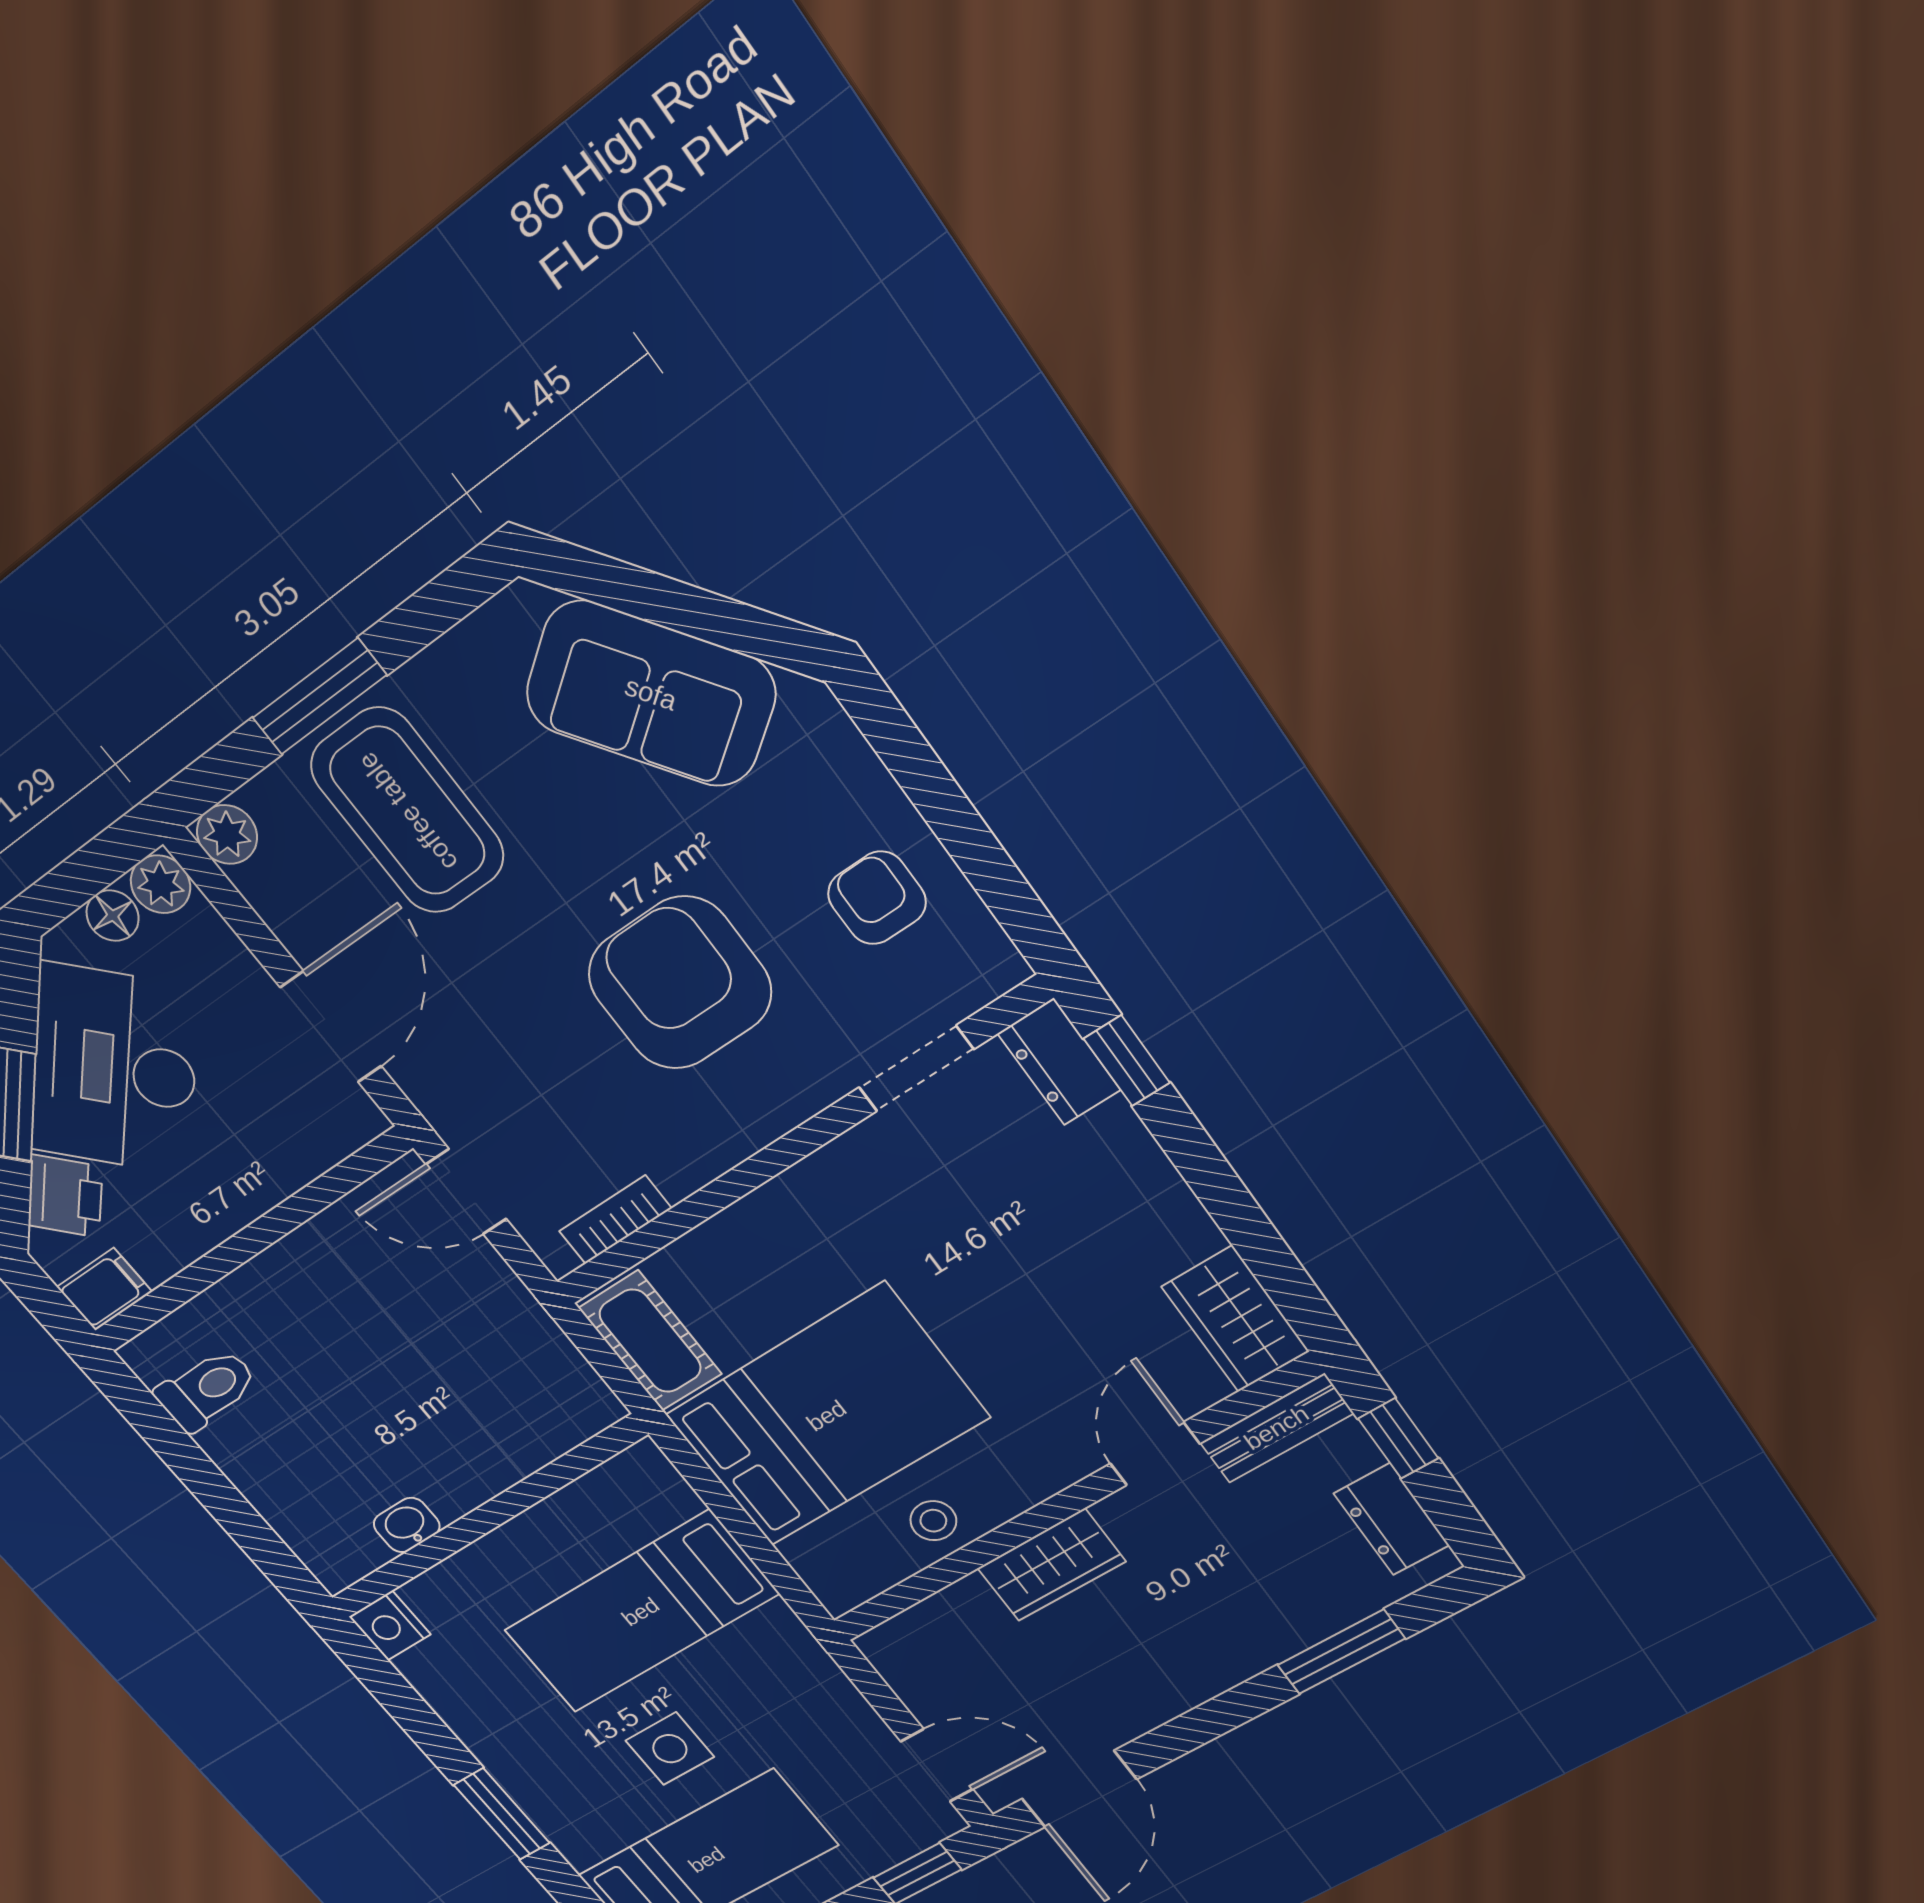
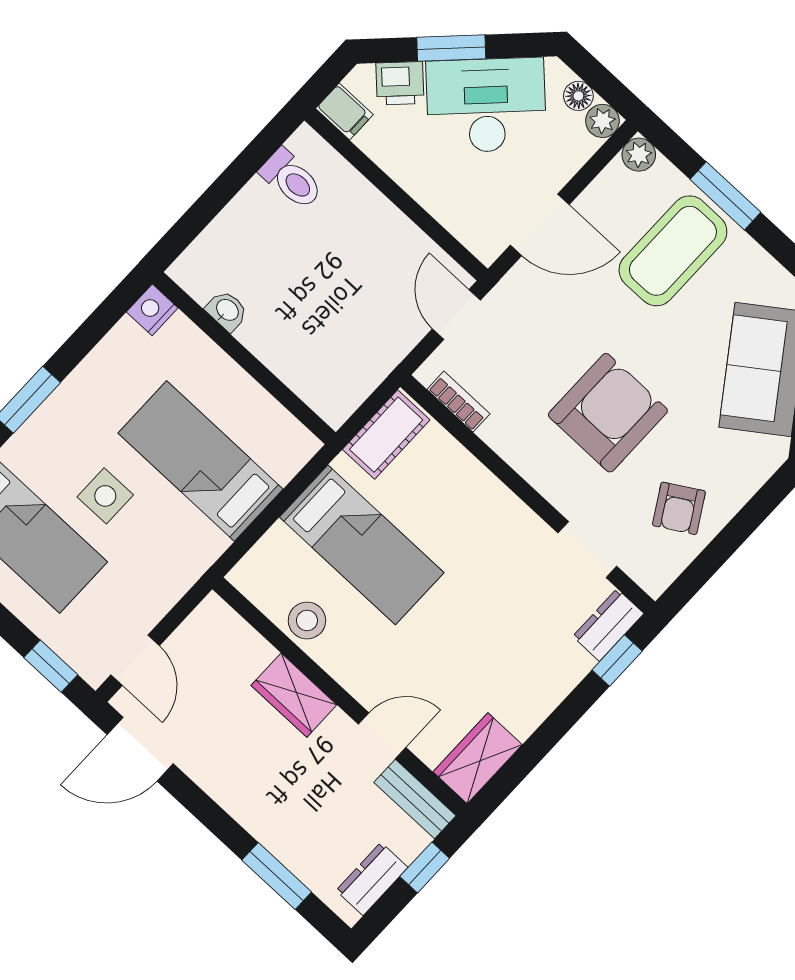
armchair: (877, 898) -> (679, 508), turned 149
bed: (827, 1416) -> (362, 545), width x0.67
stool: (933, 1521) -> (307, 620), width x1.37, depth x1.37

